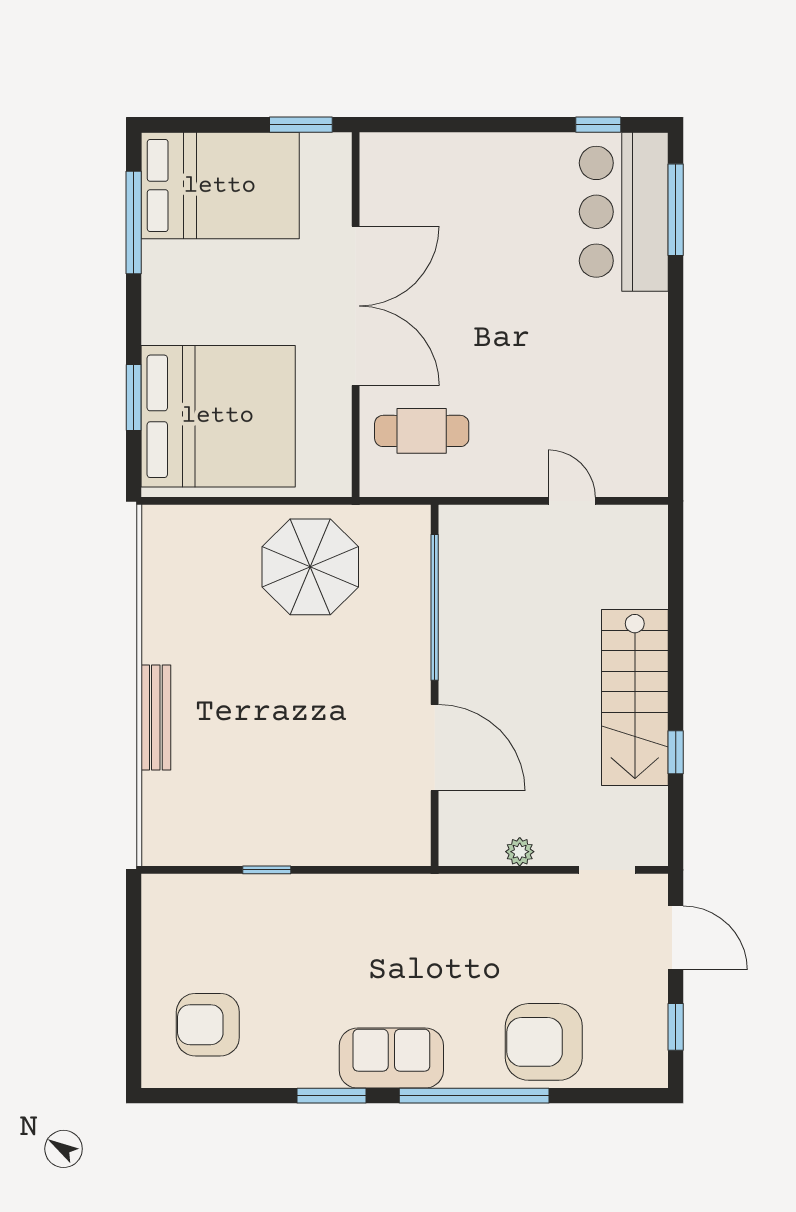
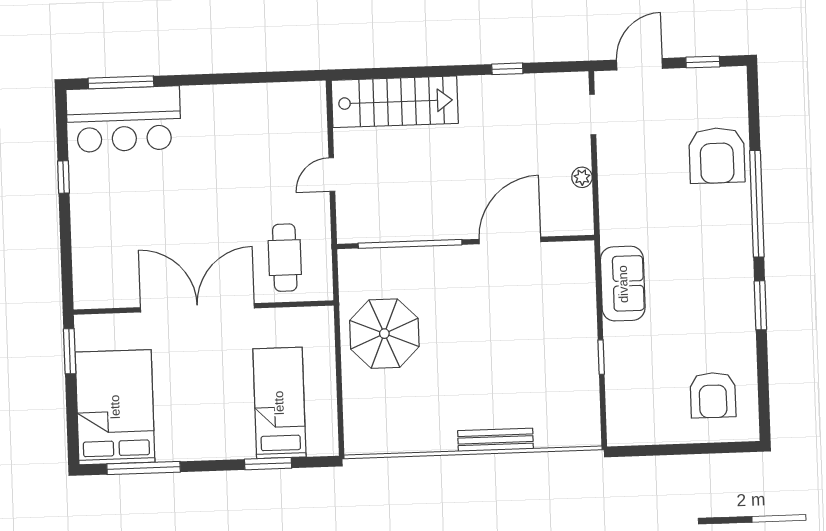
window: (598, 125) -> (64, 177), moved
bed: (218, 416) -> (279, 403), width x0.49
door: (572, 501) -> (332, 175), moved
stairs: (635, 698) -> (395, 102), moved
sofa: (391, 1058) -> (623, 284), moved, turned 180

